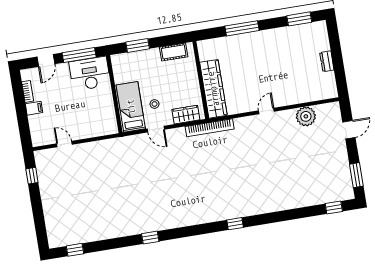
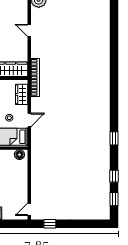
floor lamp: (111, 124) -> (19, 155), added
door: (64, 144) -> (29, 209), moved
window: (235, 224) -> (114, 176), moved

